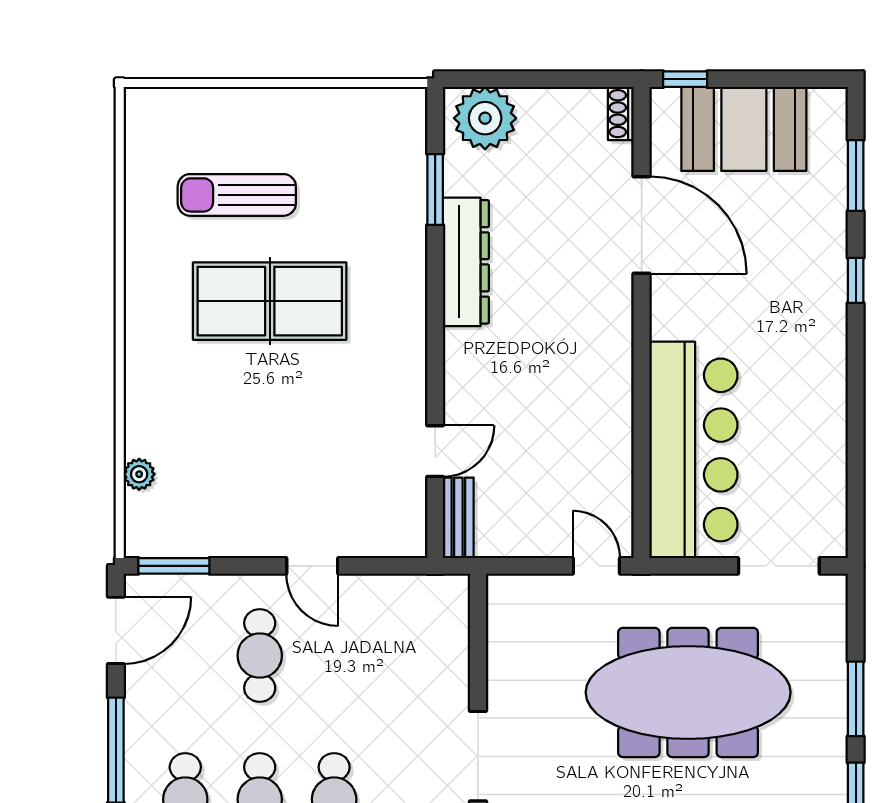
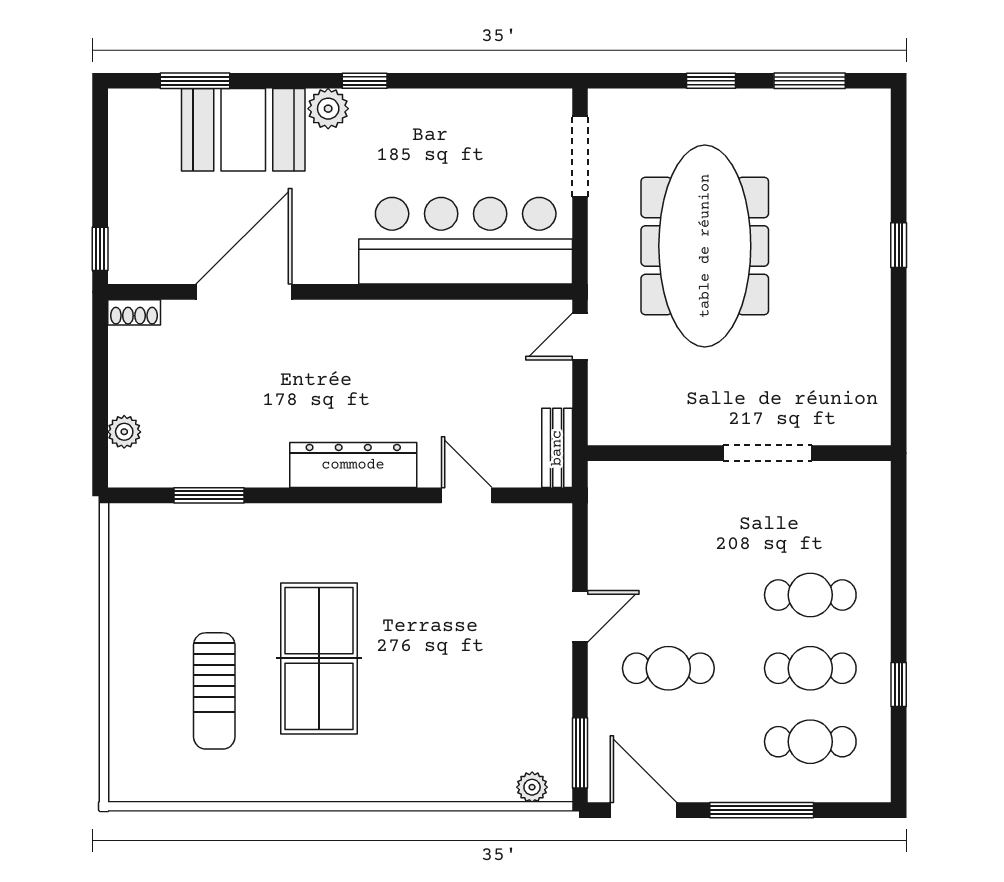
plant: (485, 118) -> (124, 432), width x0.53, depth x0.53
booth: (744, 129) -> (243, 130), moved, turned 90
dresser: (466, 262) -> (353, 465), moved
window: (856, 280) -> (365, 81), moved
plant: (827, 310) -> (328, 109), added
plant: (139, 474) -> (532, 787), moved
bench: (458, 518) -> (557, 448), moved, turned 90
window: (856, 699) -> (711, 81), width x0.67

